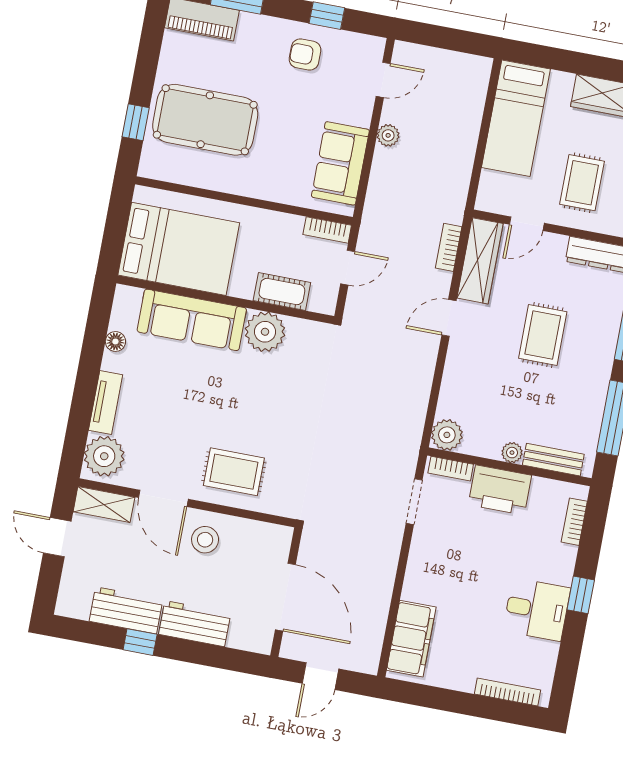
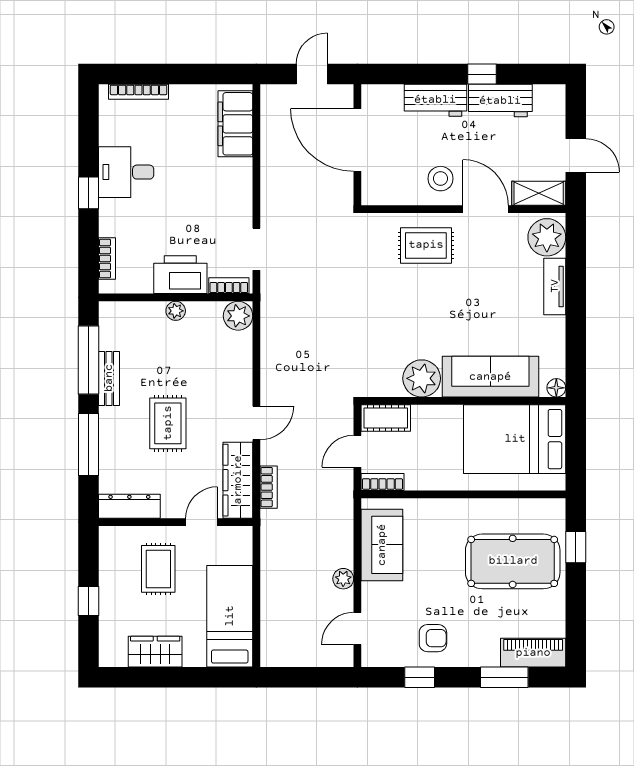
cot: (282, 292) -> (386, 418), moved
floor lamp: (115, 341) -> (556, 388), moved
bench: (553, 460) -> (109, 378), moved, turned 90

